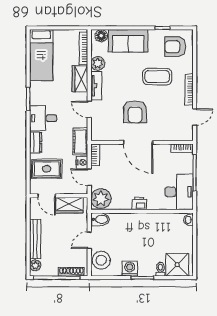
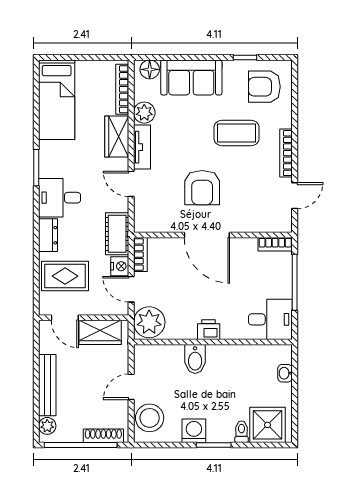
desk: (179, 192) -> (270, 319), width x0.73
bidet: (100, 219) -> (195, 359), moved, turned 90
washbasin: (188, 220) -> (285, 373), moved

